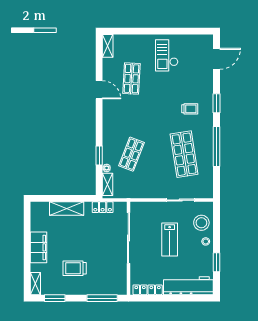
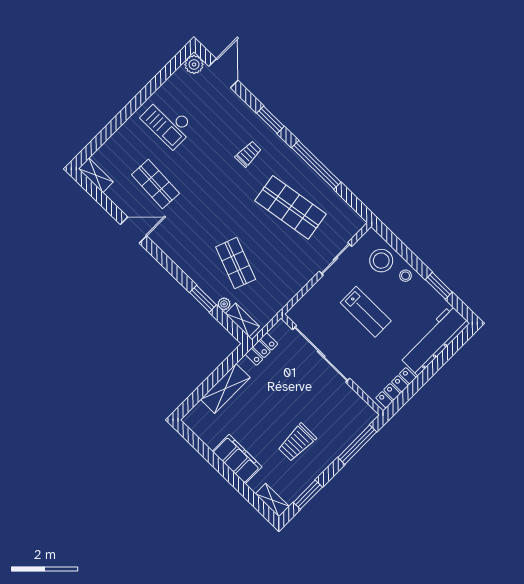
plant: (207, 41) -> (194, 64), added

